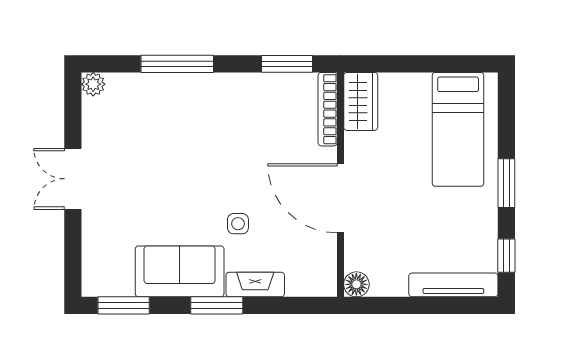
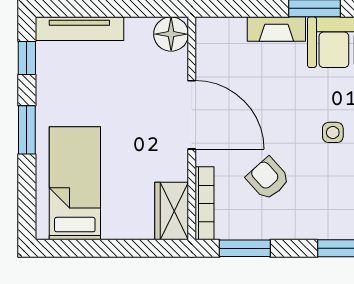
armchair: (264, 134) -> (268, 179), added
side table: (238, 224) -> (333, 132), moved
floor lamp: (356, 284) -> (171, 34), width x1.38, depth x1.38

